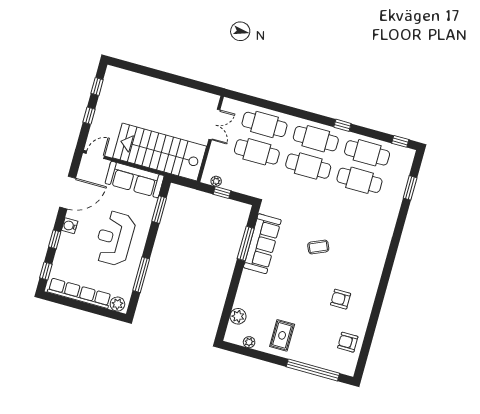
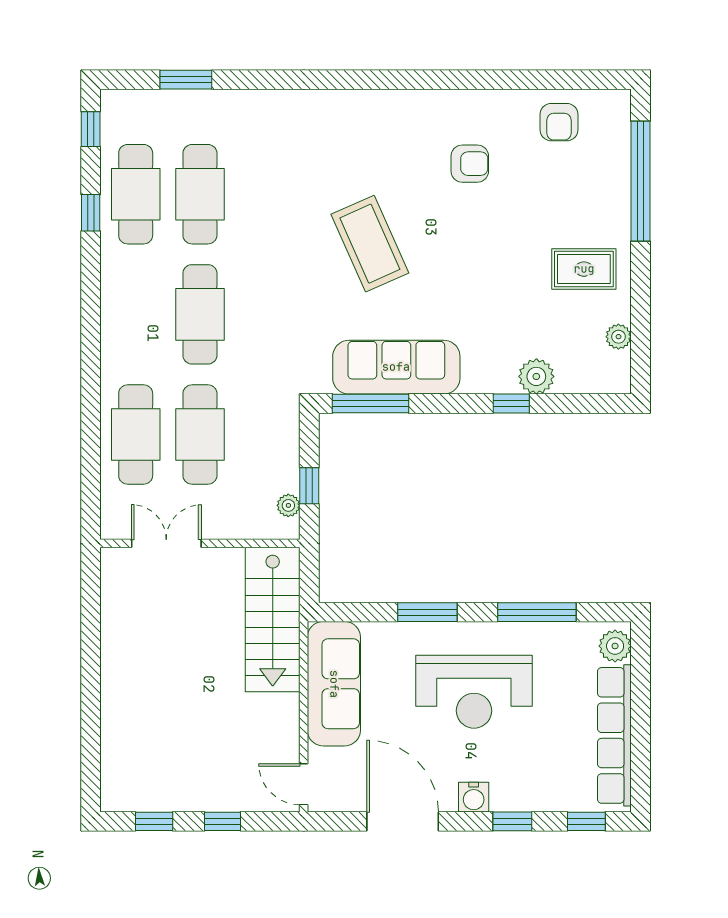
window: (342, 125) -> (91, 213), moved
cafe table: (316, 139) -> (136, 314), removed
stairs: (160, 152) -> (273, 619), width x0.73, depth x0.66
window: (159, 210) -> (427, 612), moved
window: (246, 243) -> (371, 404), moved
coffee table: (318, 247) -> (370, 244), width x1.86, depth x1.72
window: (233, 288) -> (511, 404), added
armchair: (341, 299) -> (470, 164), turned -90
plant: (238, 316) -> (536, 376), moved

